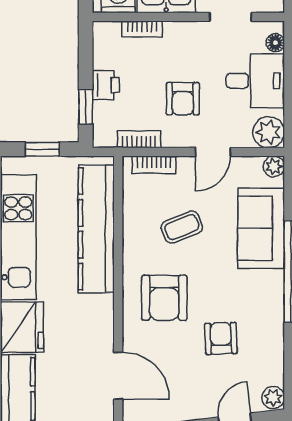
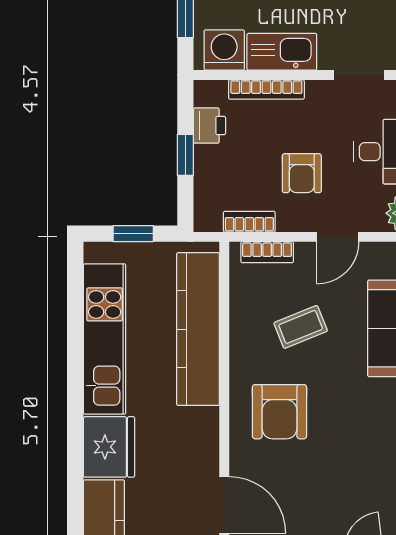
bookcase: (142, 29) -> (266, 90), width x1.56
printer: (106, 85) -> (210, 126), moved
window: (86, 107) -> (185, 155), moved
armchair: (221, 338) -> (347, 460), removed

